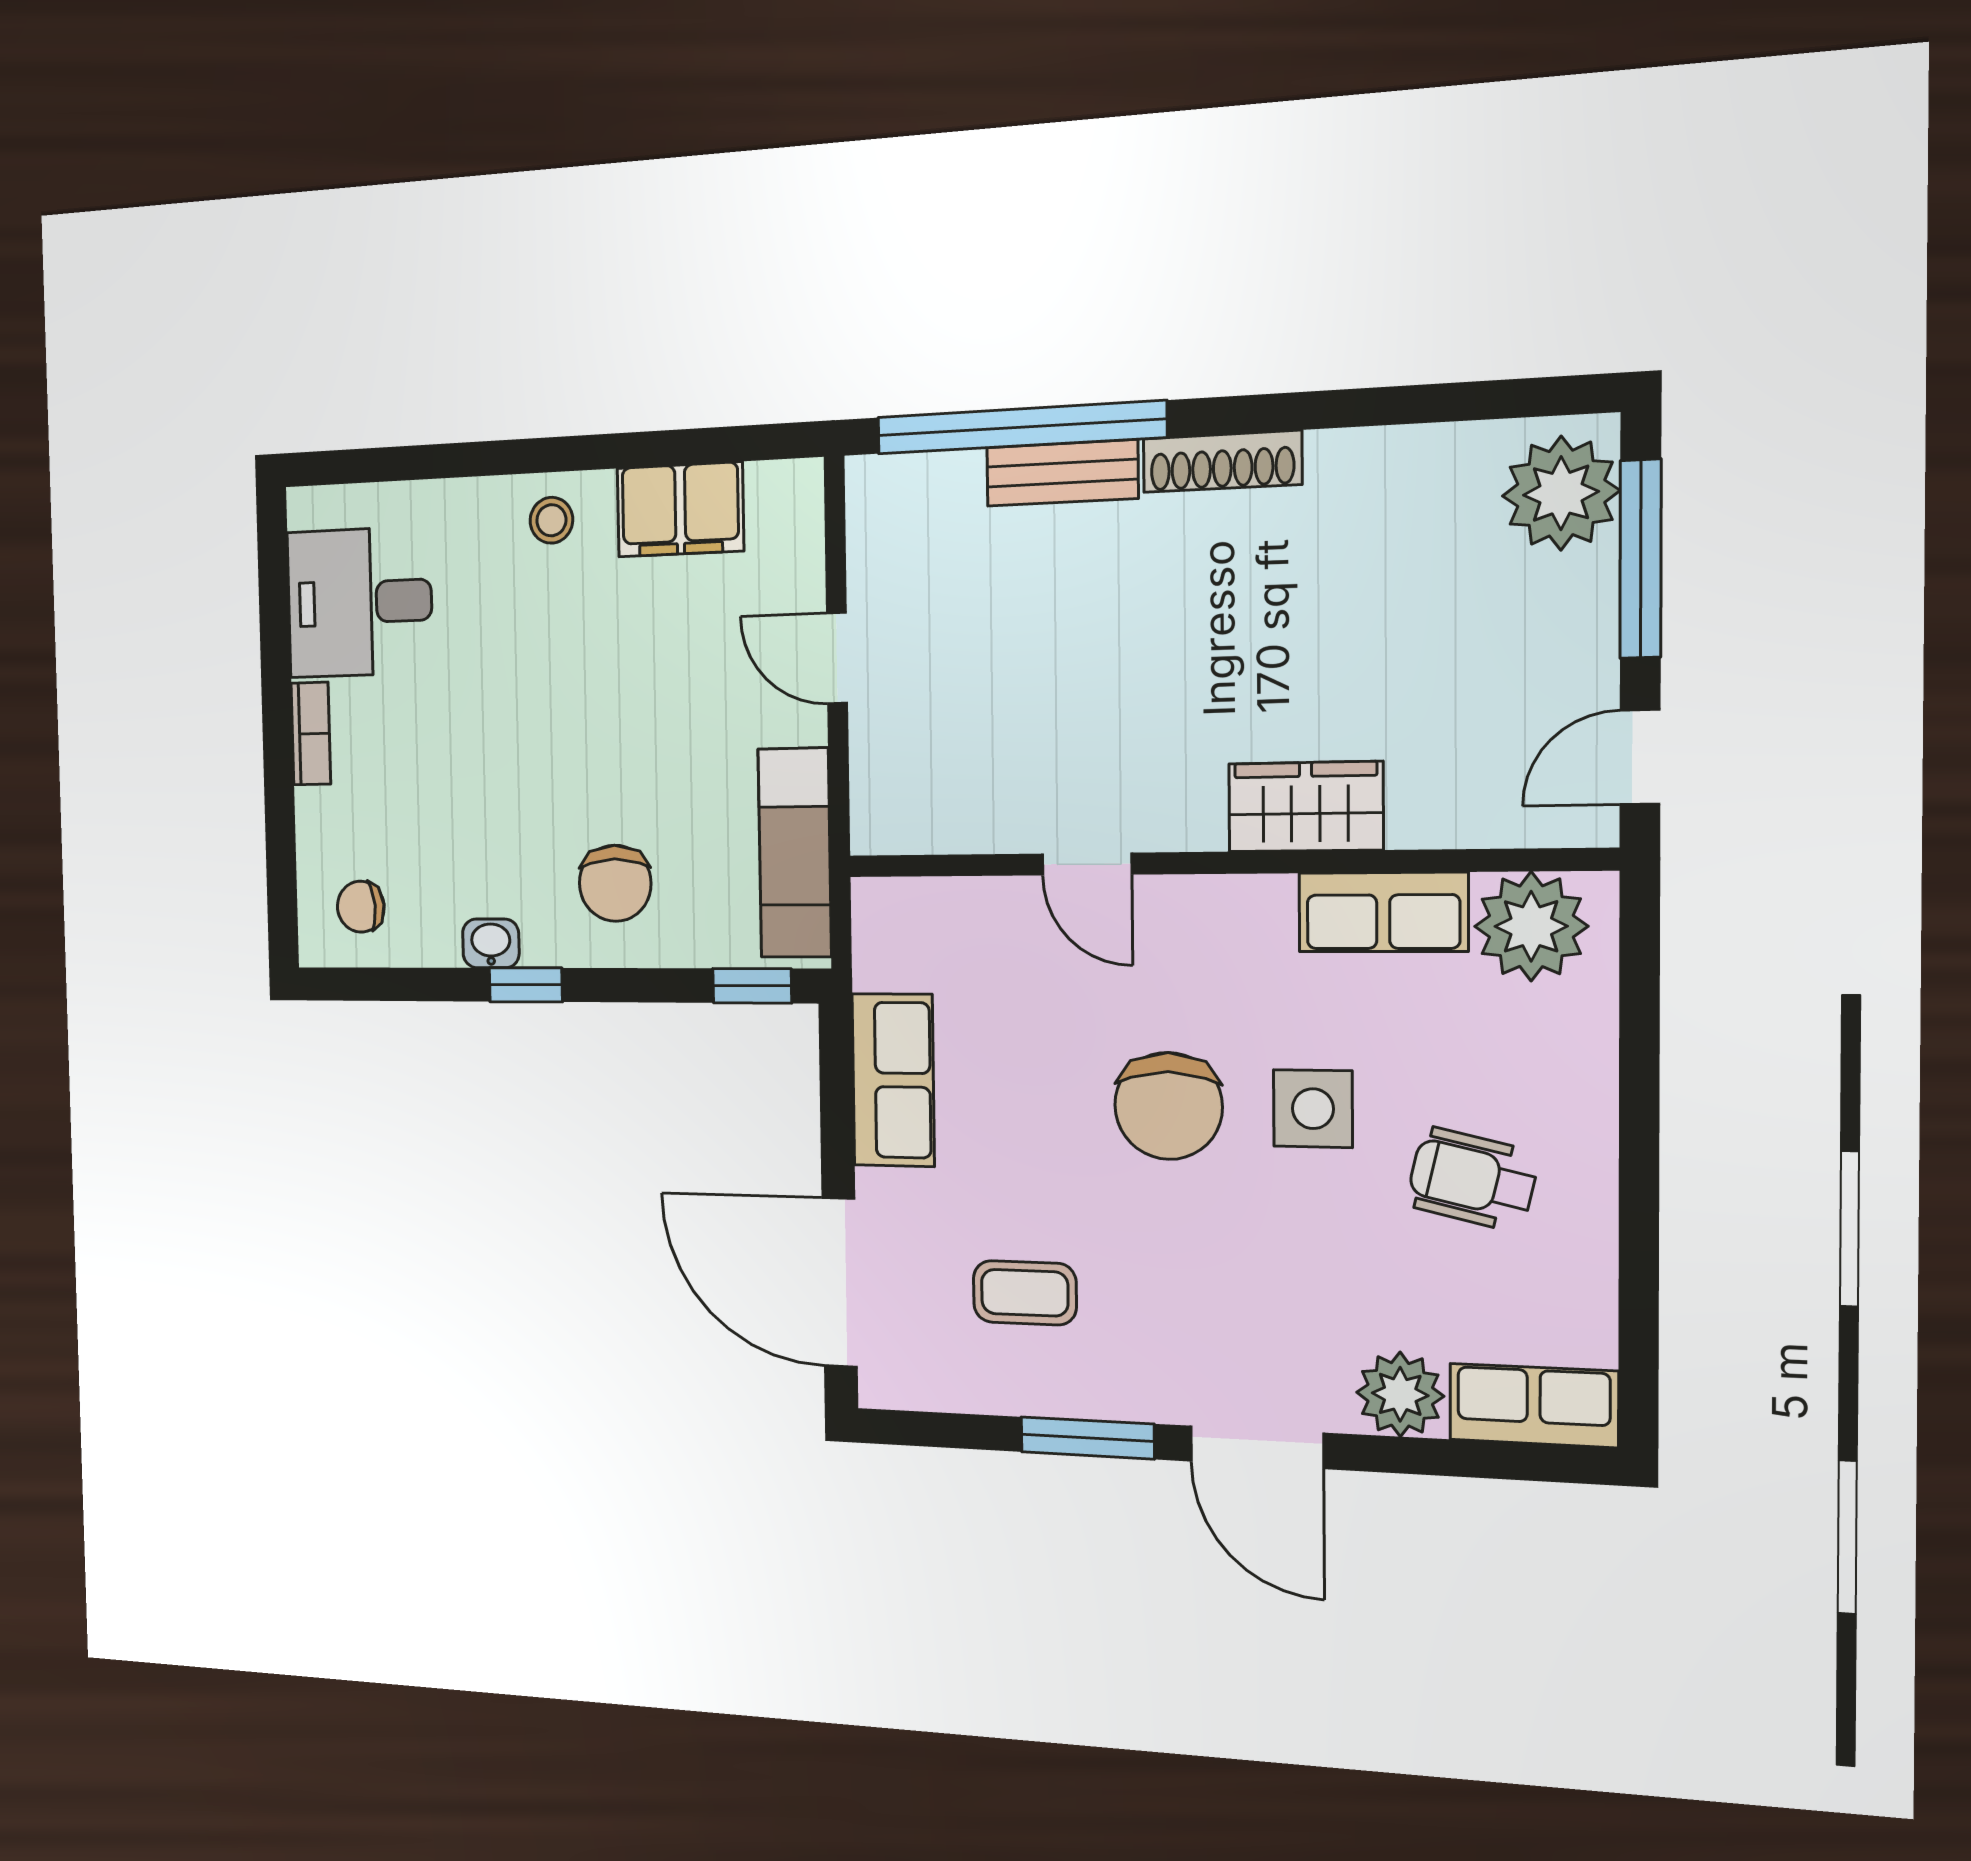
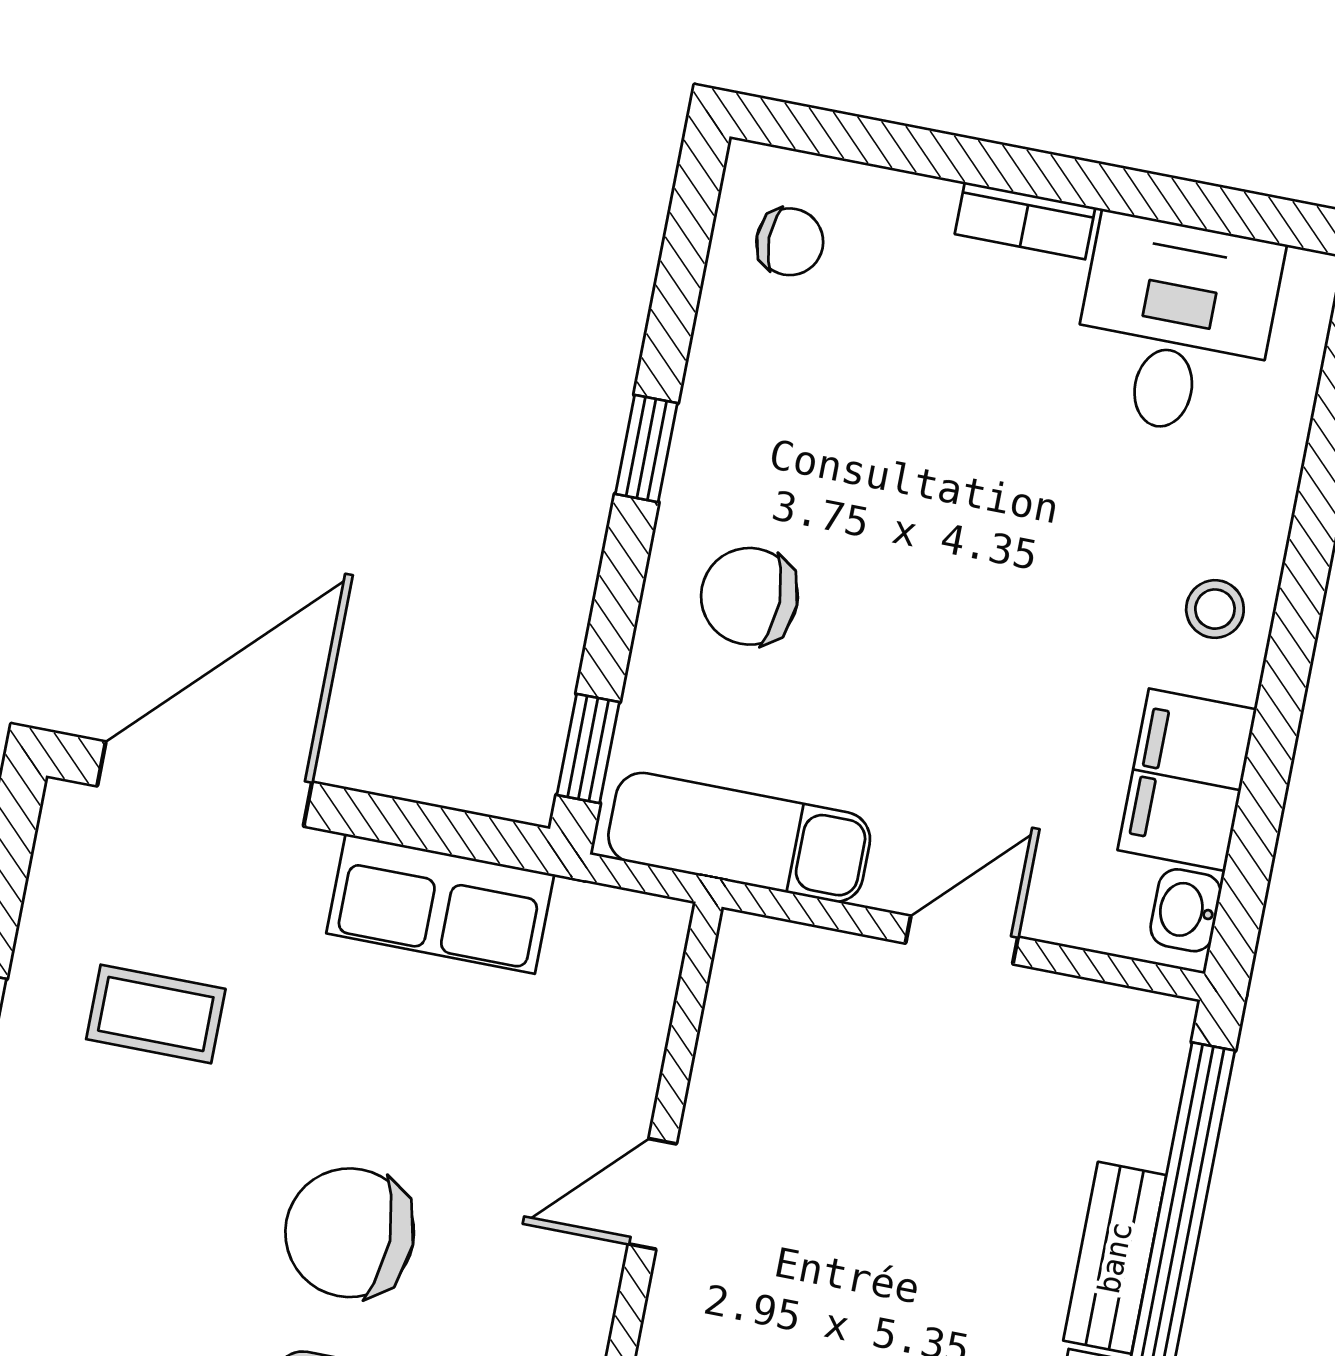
chair: (361, 907) -> (790, 242), turned 95
washbasin: (491, 943) -> (1186, 910), moved, turned 180
coffee table: (1025, 1293) -> (156, 1014), turned 90

